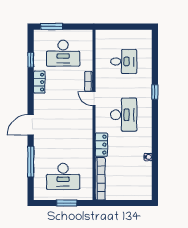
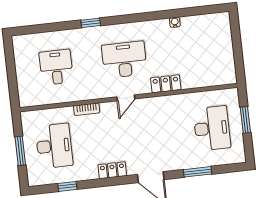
window: (52, 27) -> (20, 151), moved
locker: (39, 82) -> (112, 170), moved
door: (94, 99) -> (126, 98), moved
window: (31, 162) -> (198, 172), width x0.69
bookcase: (100, 179) -> (210, 80), removed

